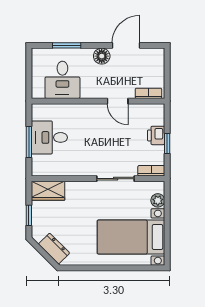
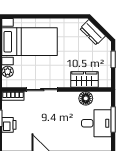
floor lamp: (62, 168) -> (86, 98), added
wardrobe: (48, 191) -> (84, 80), moved

